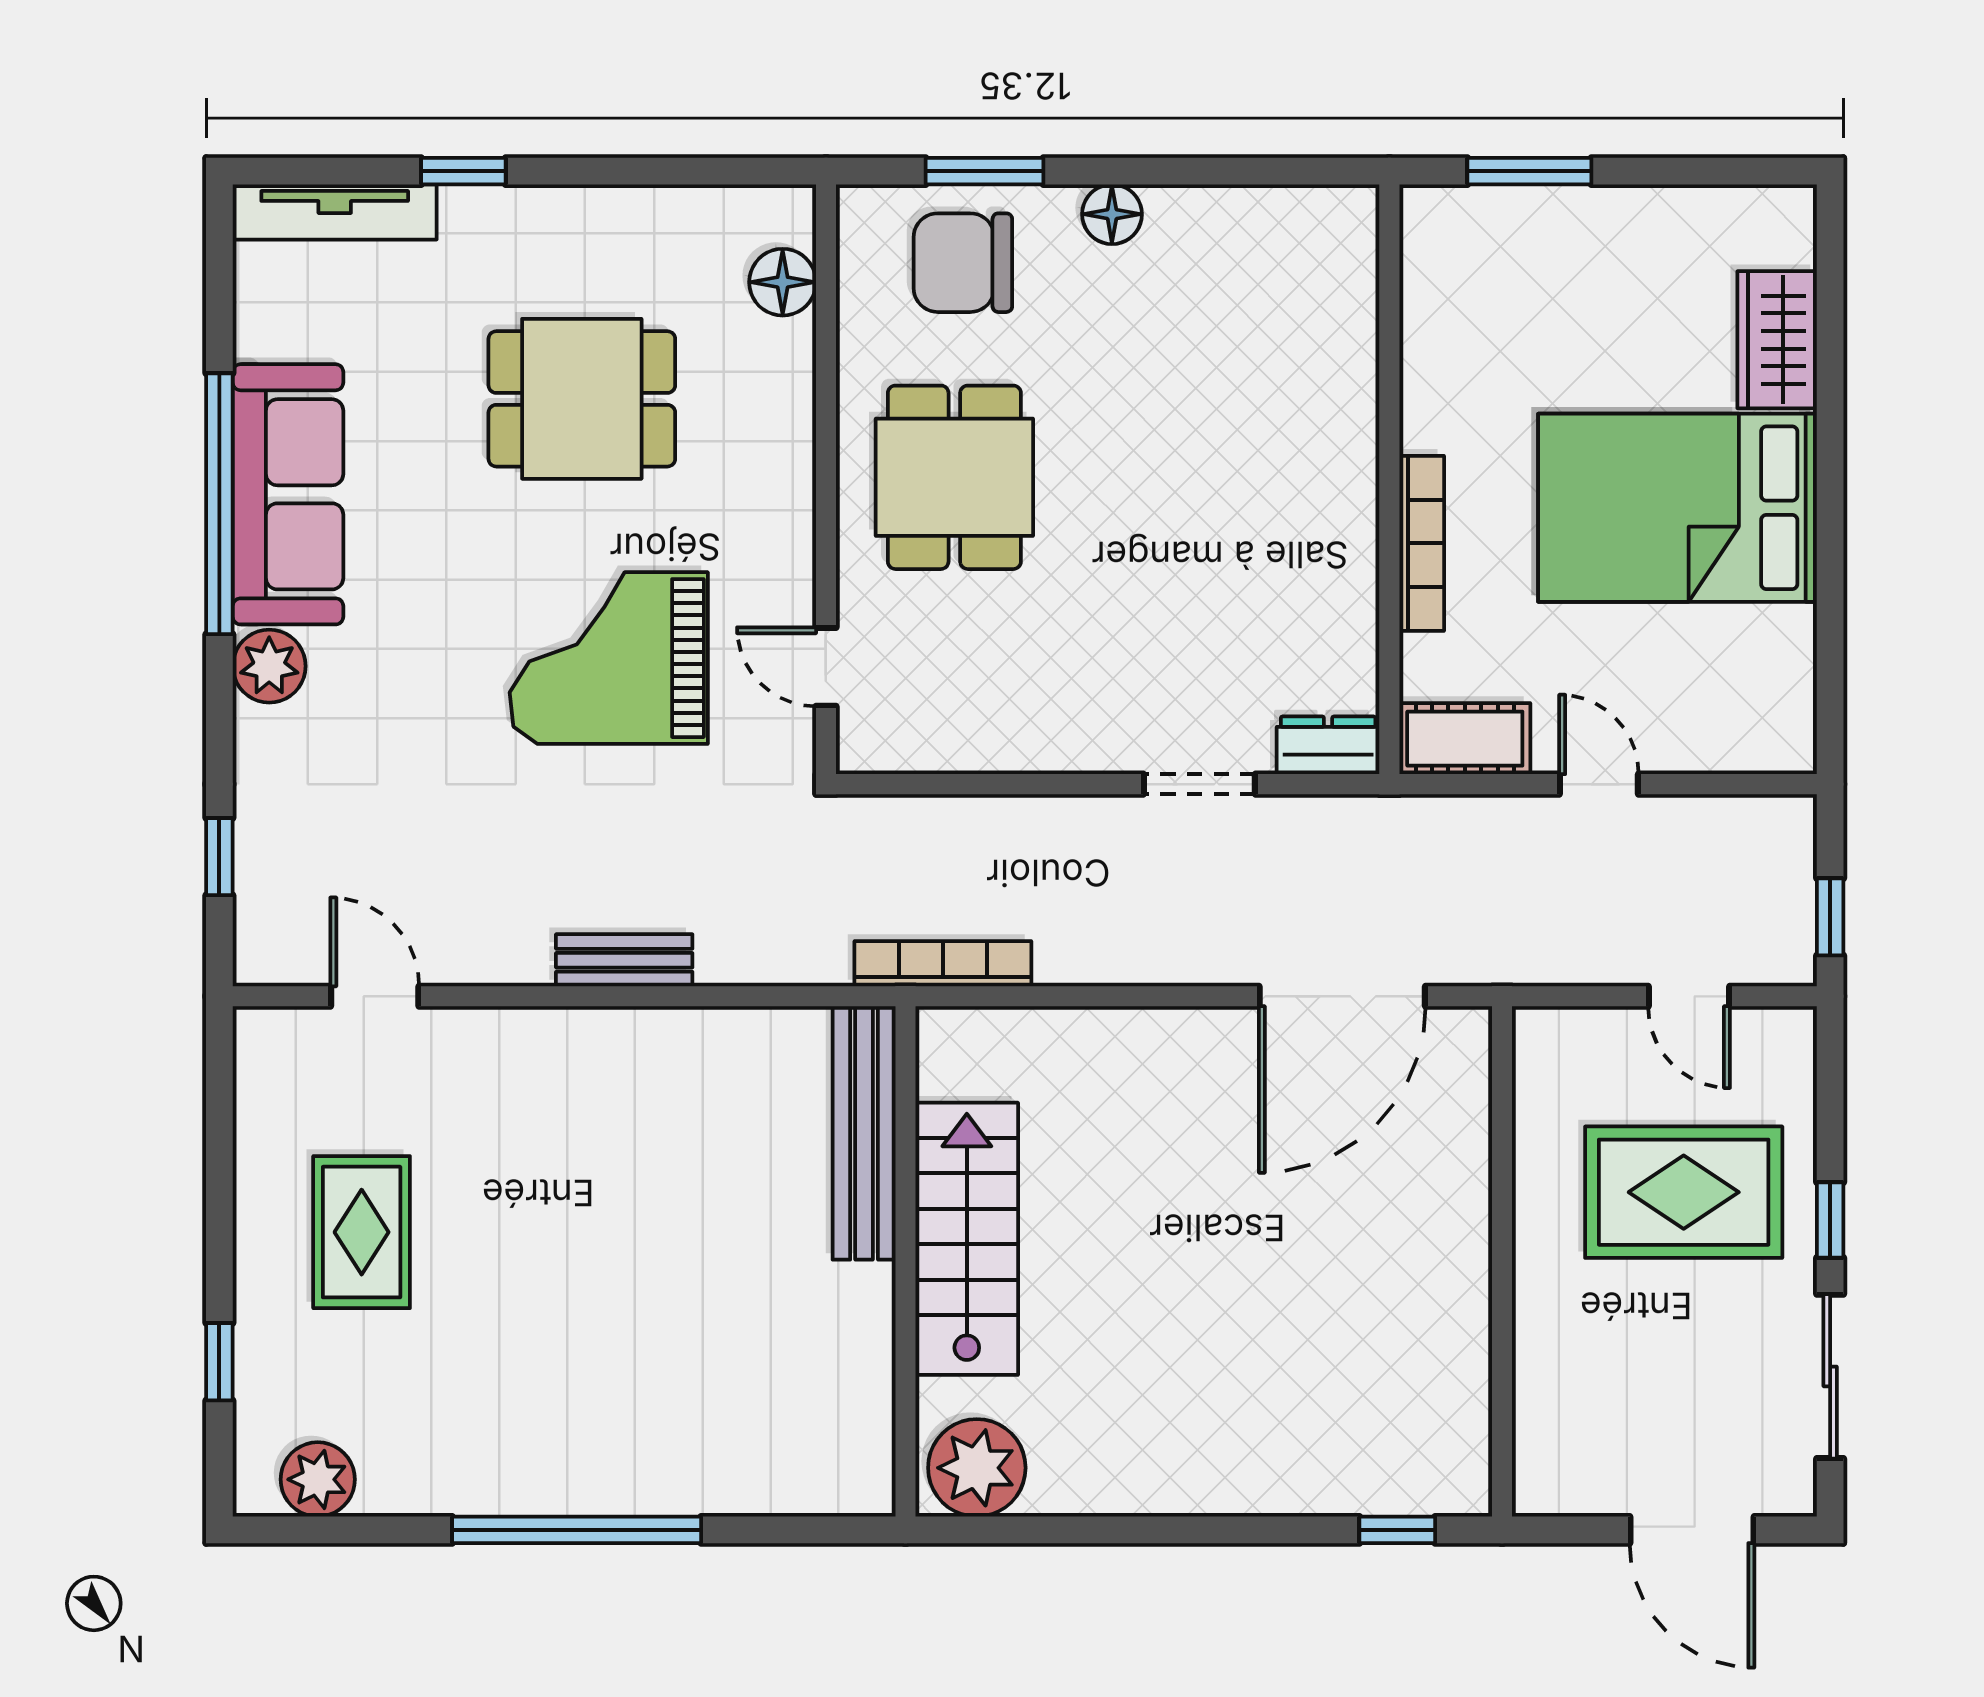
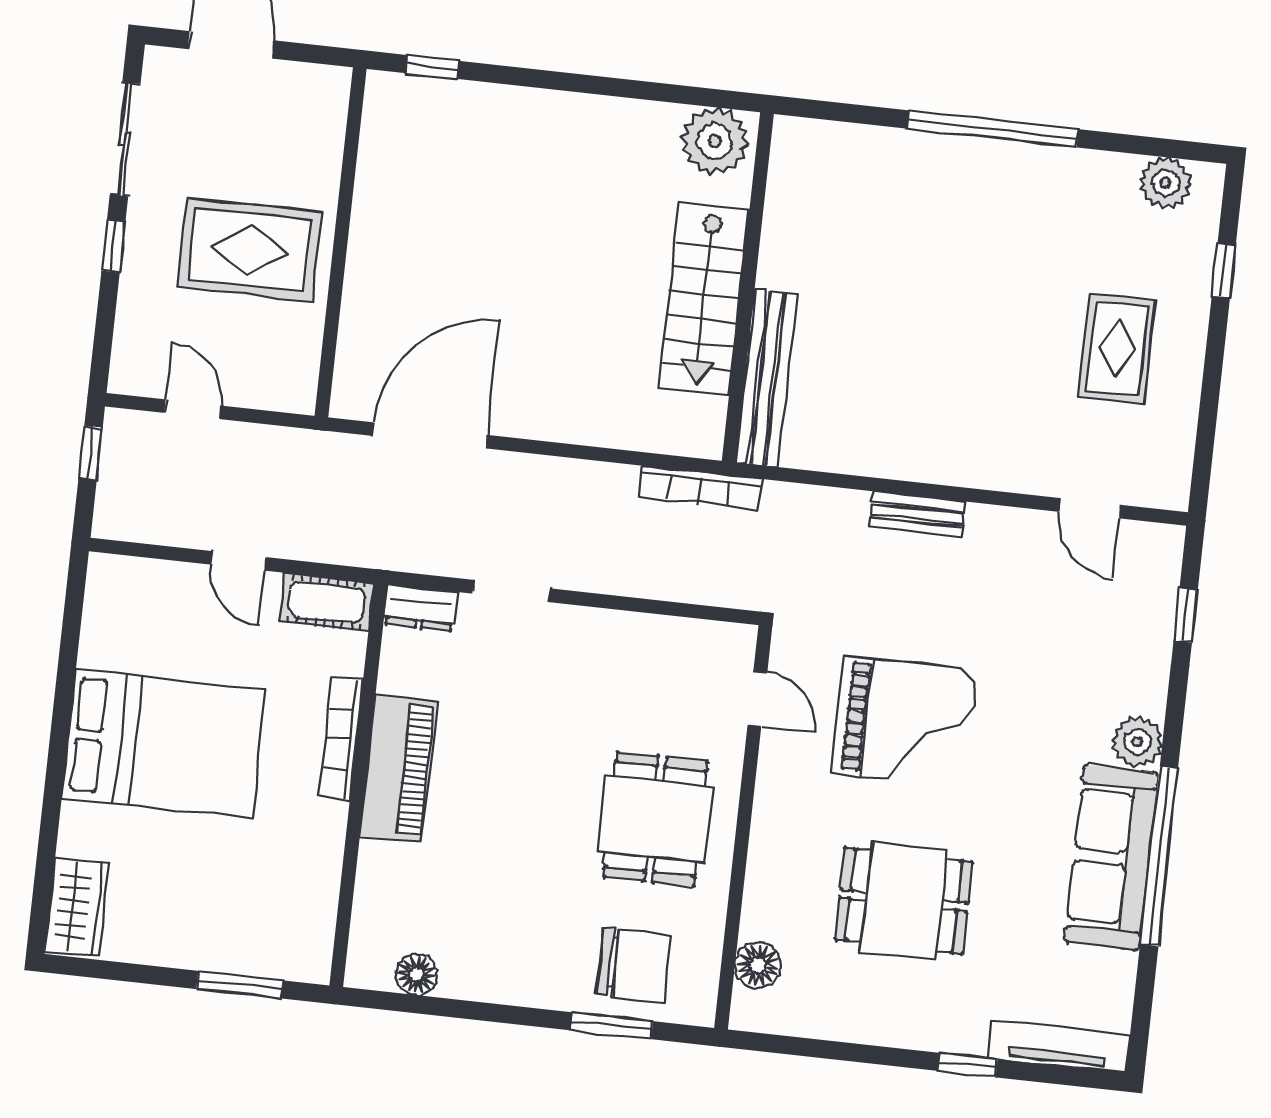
floor lamp: (1112, 214) -> (417, 974), moved
wardrobe: (1777, 340) -> (77, 907), moved
piano: (1334, 510) -> (398, 768), added
rug: (1684, 1192) -> (250, 250), moved

